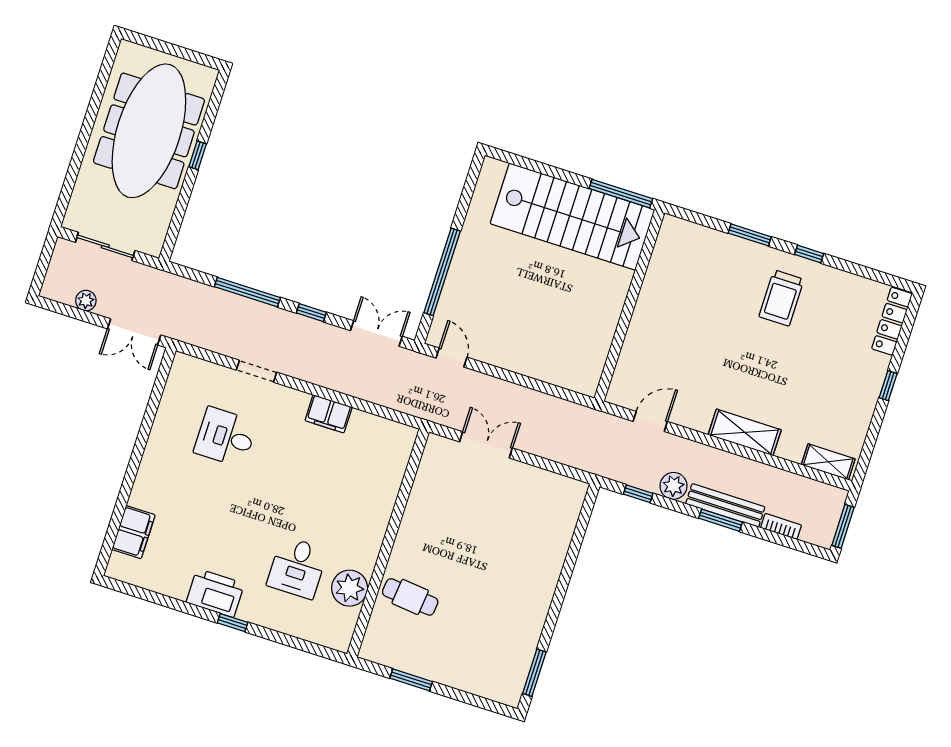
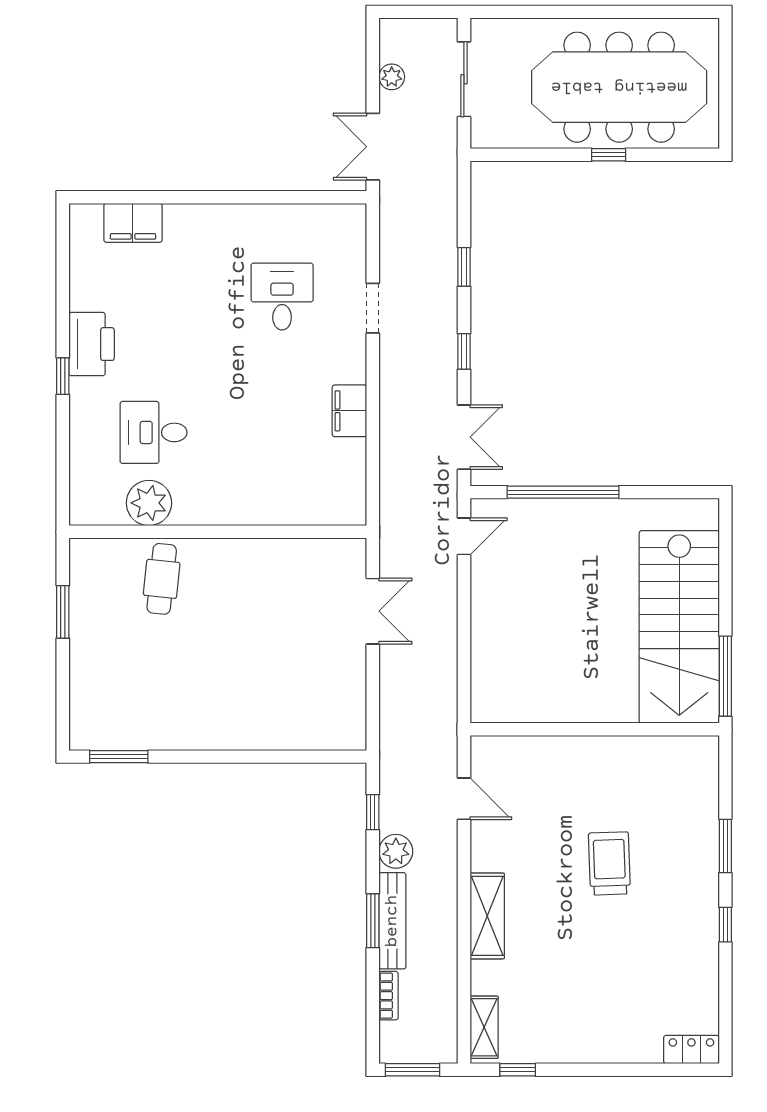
window: (247, 292) -> (464, 267), width x0.46
trolley: (781, 298) -> (609, 863), moved, turned 88
locker: (892, 321) -> (691, 1050), width x0.66
window: (888, 386) -> (518, 1070), moved

